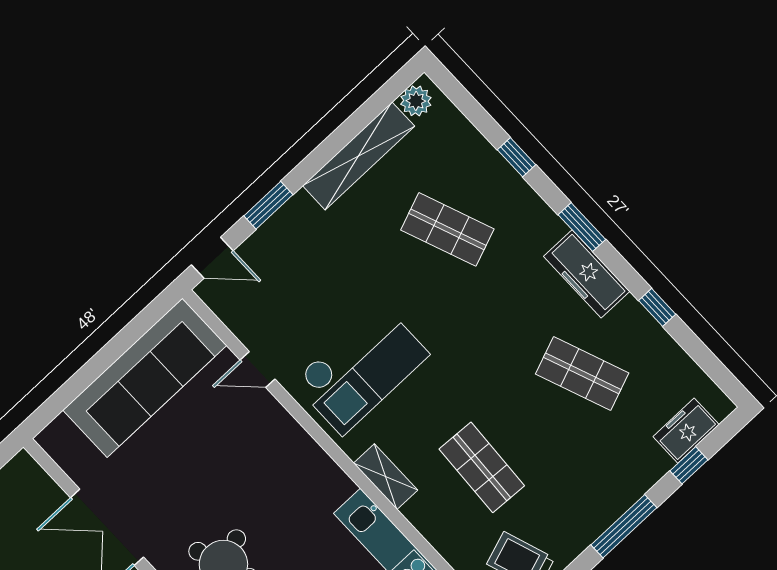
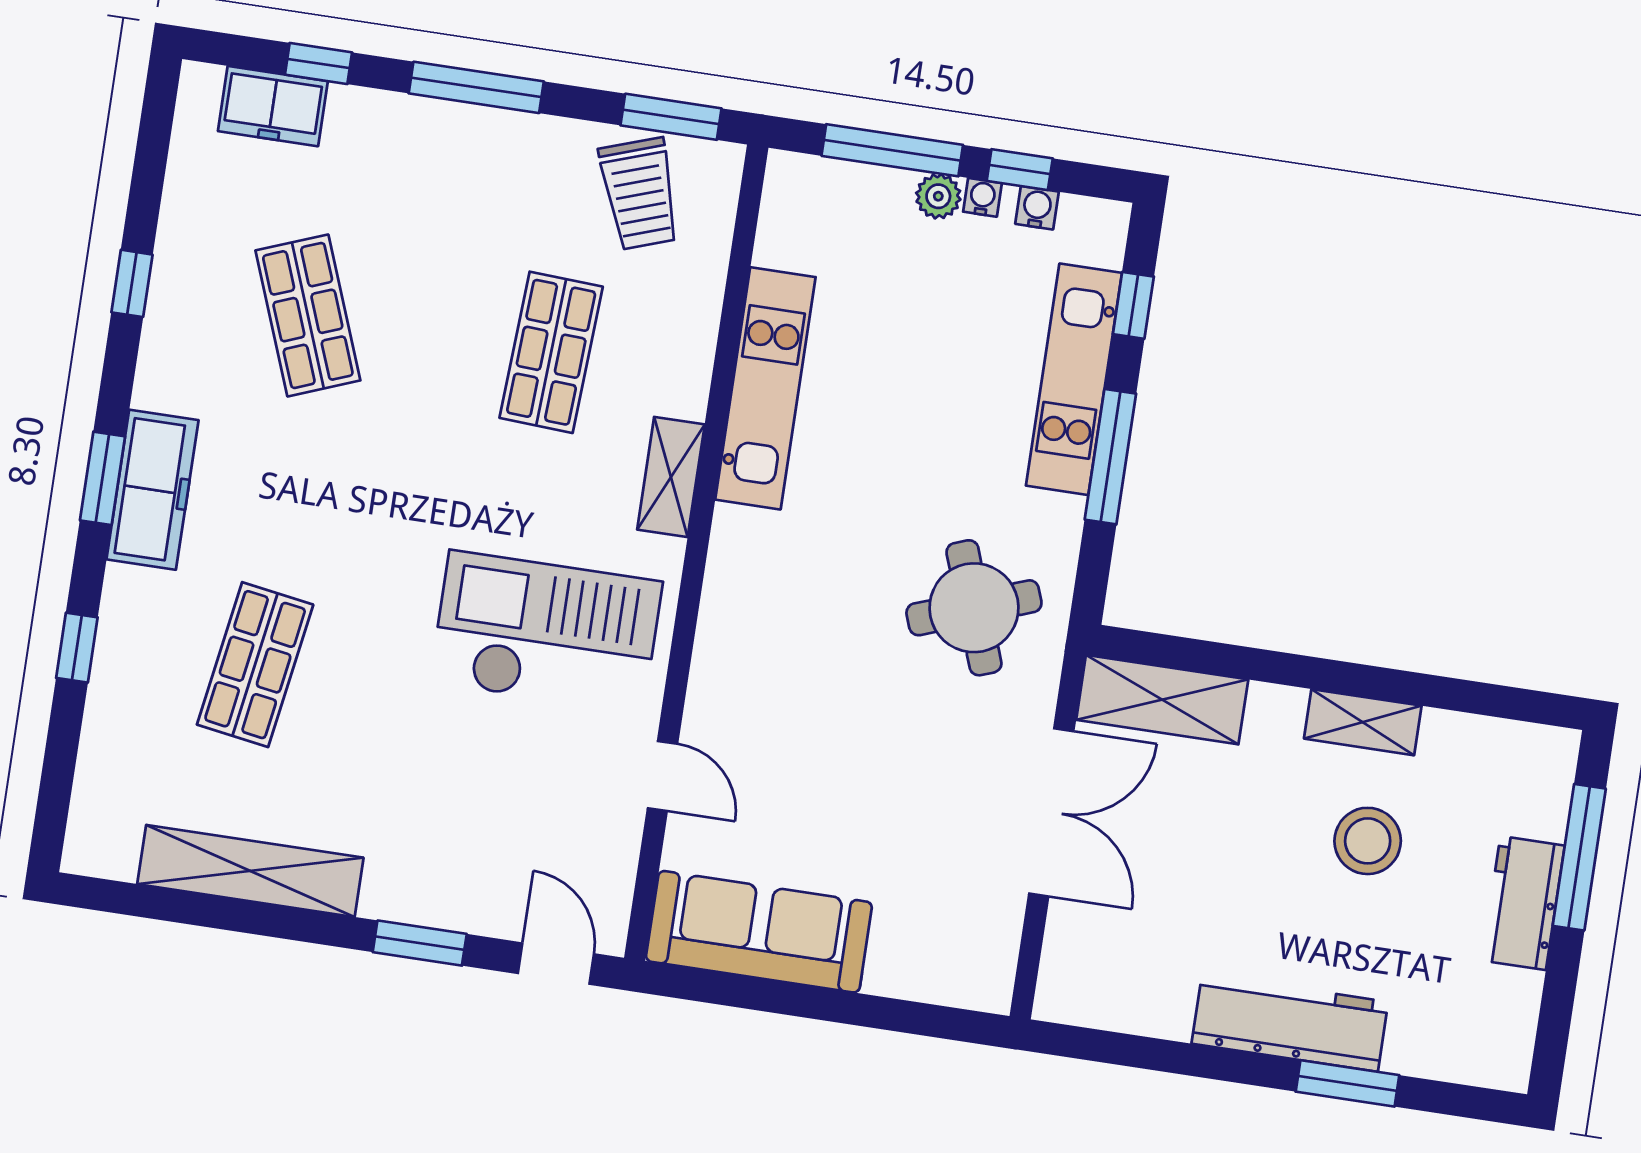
plant: (416, 101) -> (109, 852), removed
shop shelf: (447, 229) -> (255, 665), turned 30
freezer: (587, 274) -> (153, 490), moved
sofa: (145, 378) -> (759, 932), width x0.74, depth x0.79

